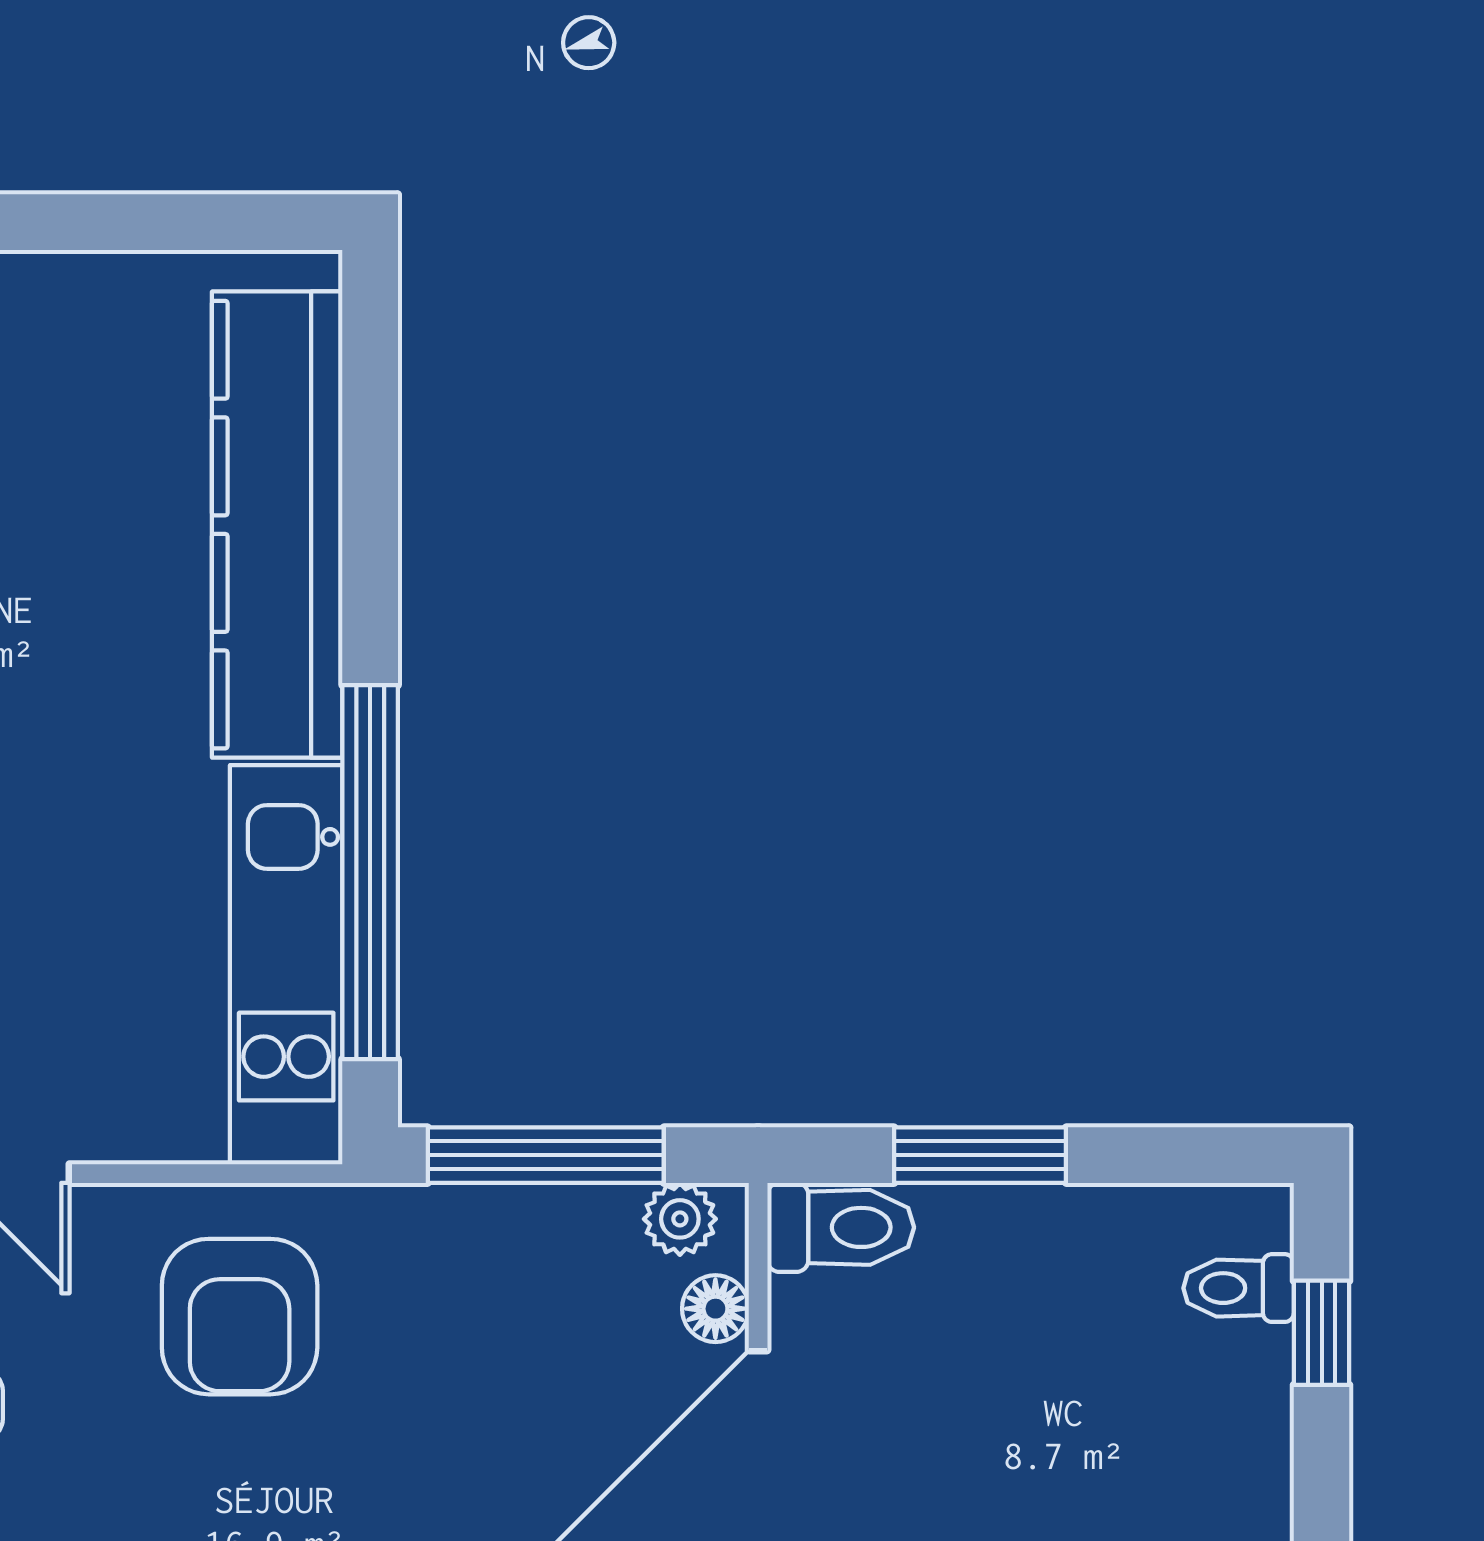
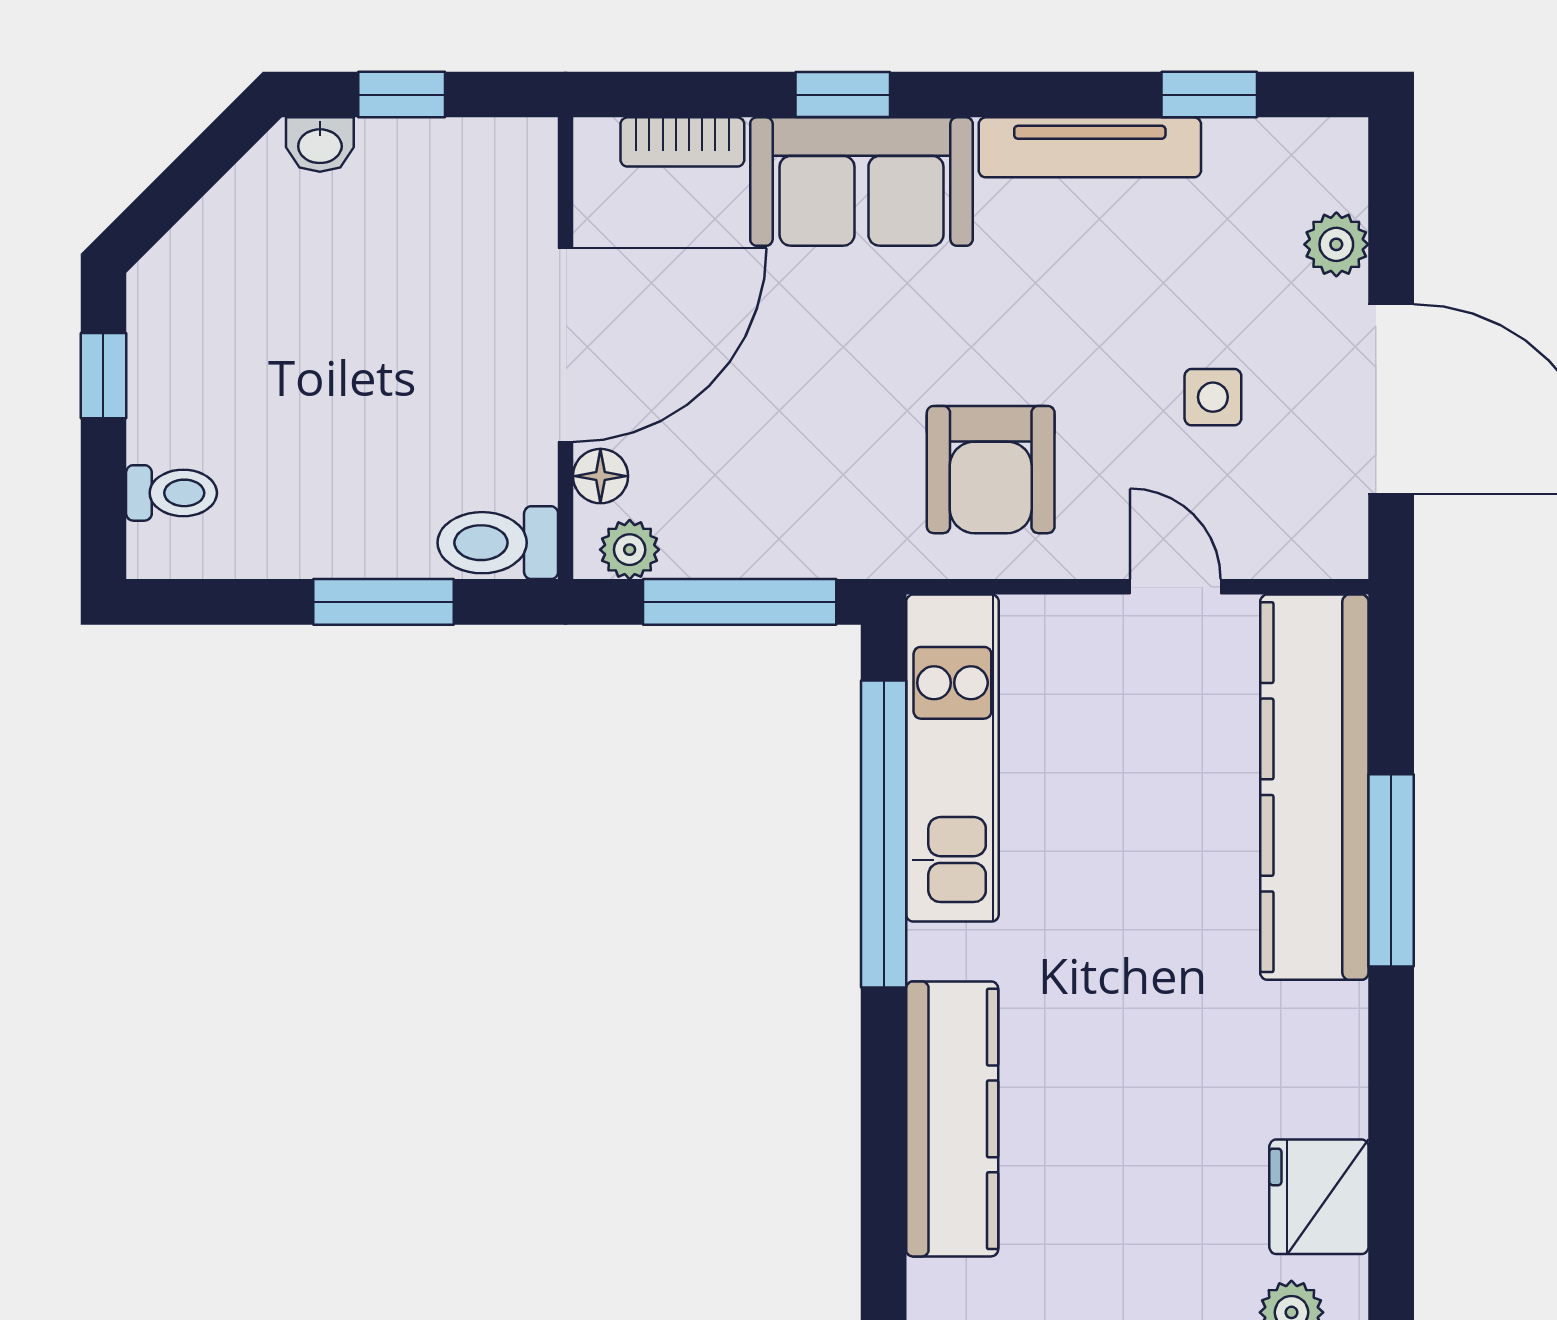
kitchen counter: (277, 525) -> (952, 1119), width x0.72, depth x0.86
armchair: (240, 1317) -> (991, 470), turned 180
window: (1322, 1333) -> (103, 376), moved

